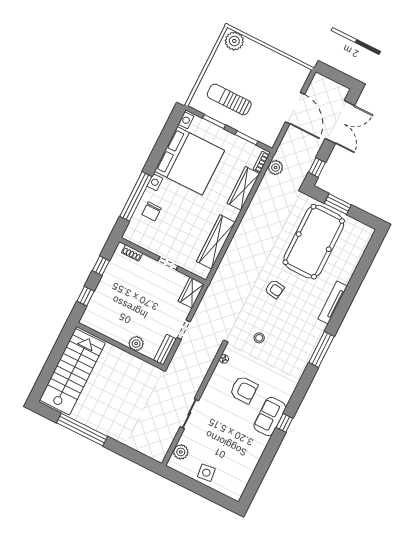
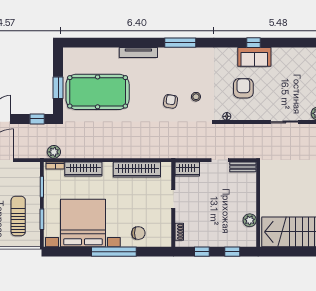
sun lounger: (229, 99) -> (18, 216), turned 180
window: (136, 196) -> (114, 252), moved
armchair: (274, 289) -> (171, 101), moved
plant: (136, 344) -> (250, 220), moved

